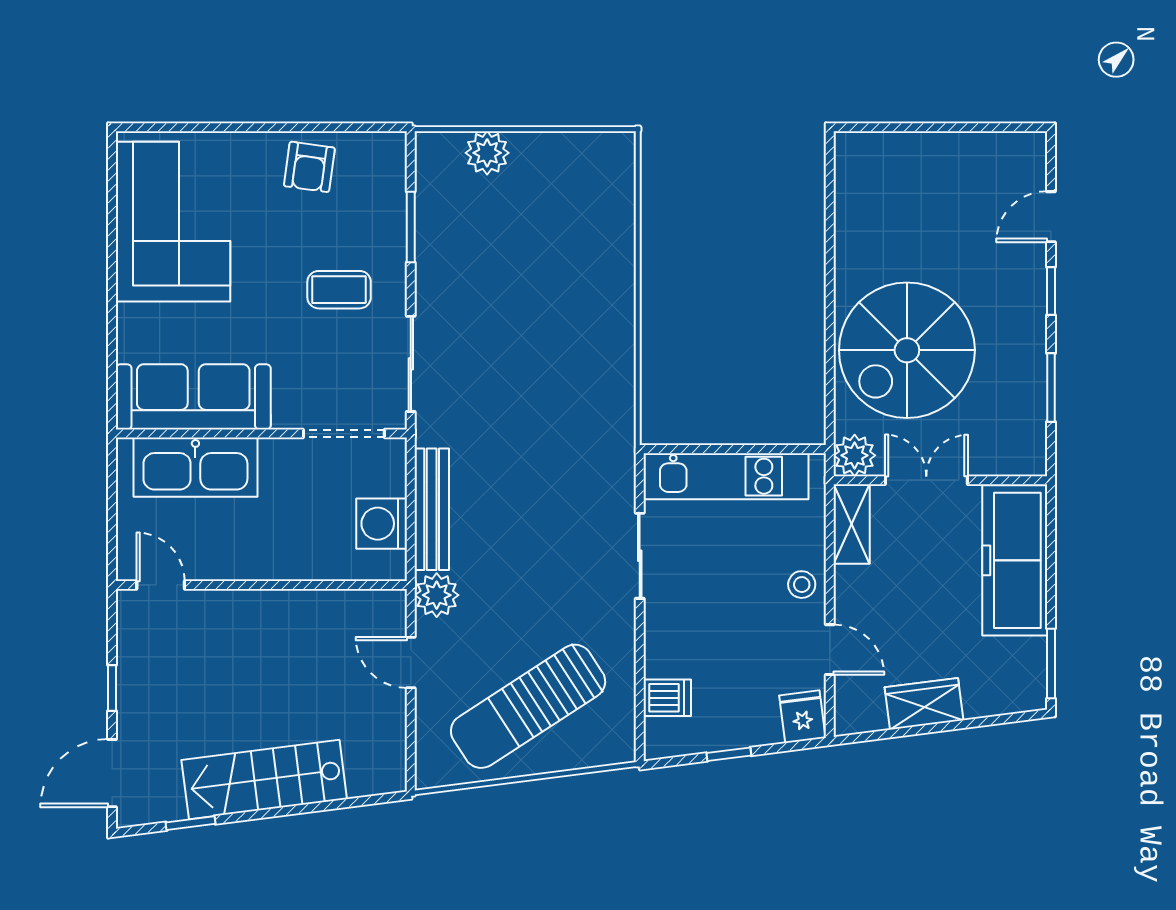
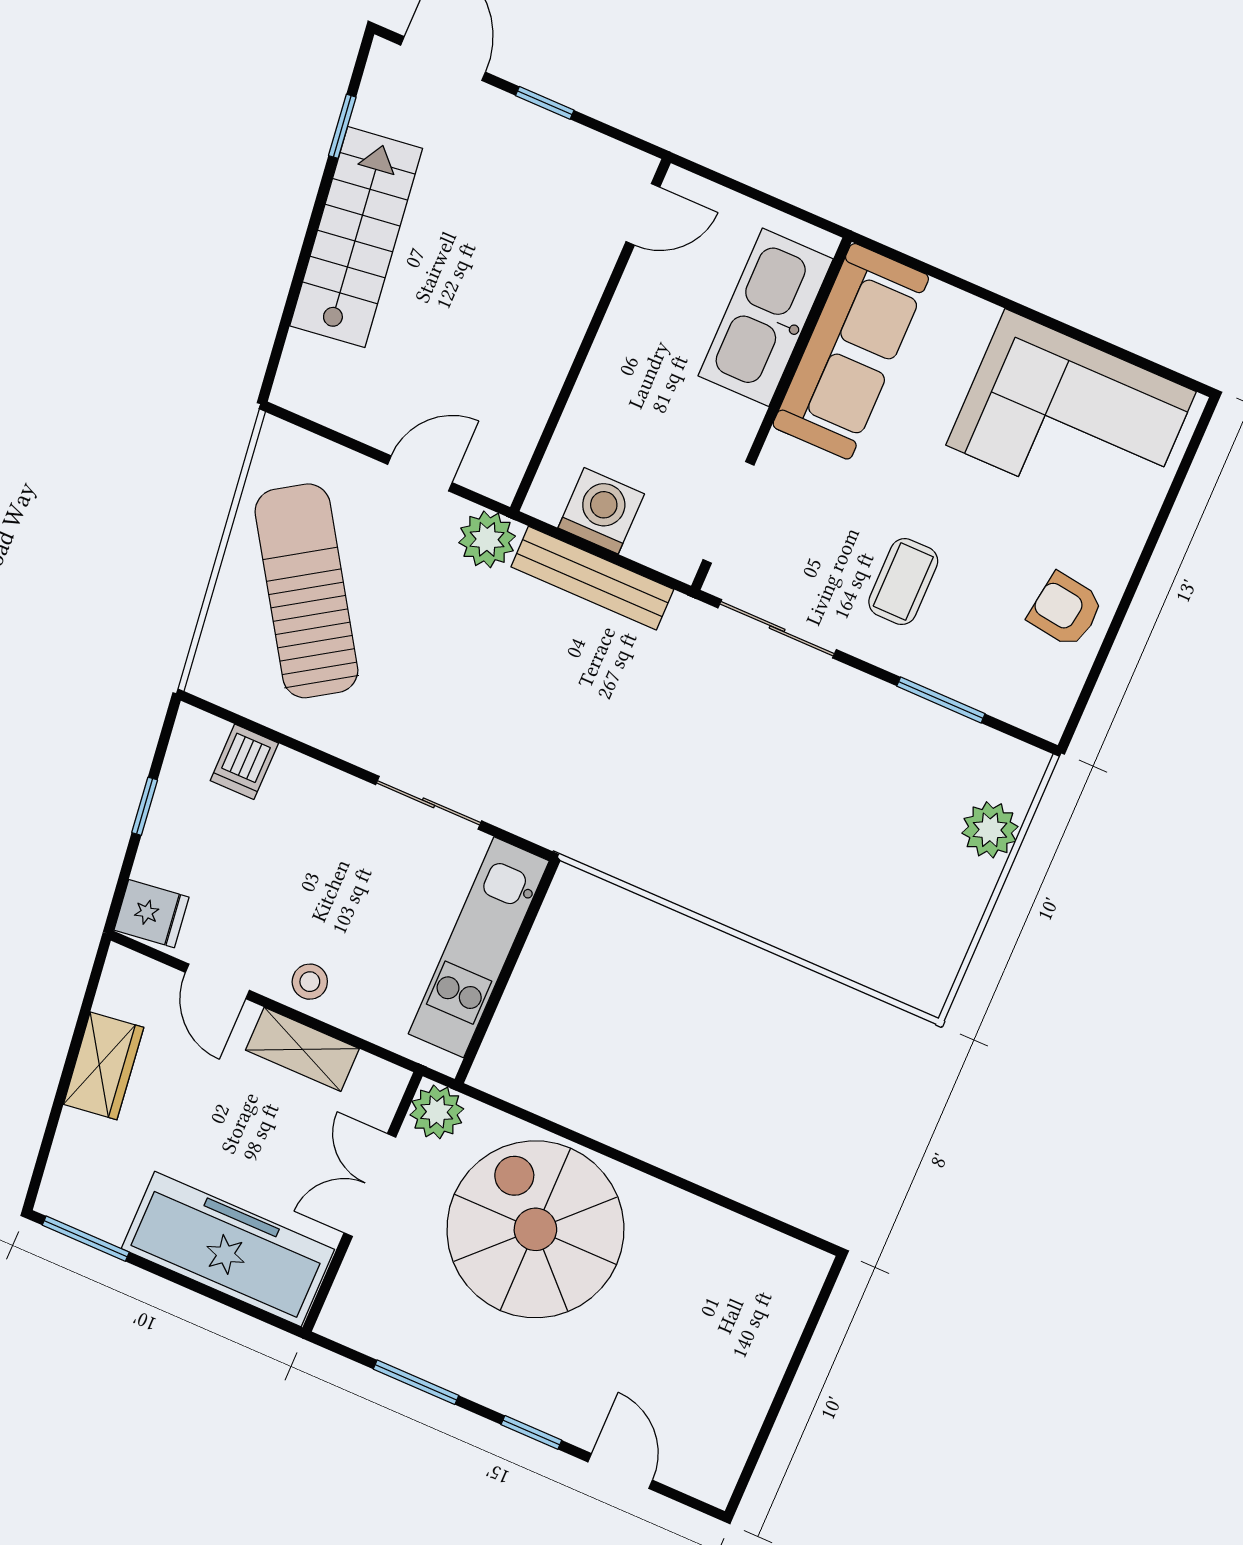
double door: (926, 480) -> (370, 1185), swing flipped
shelving: (852, 524) -> (302, 1049), moved
door: (830, 650) -> (217, 981), hinge flipped

